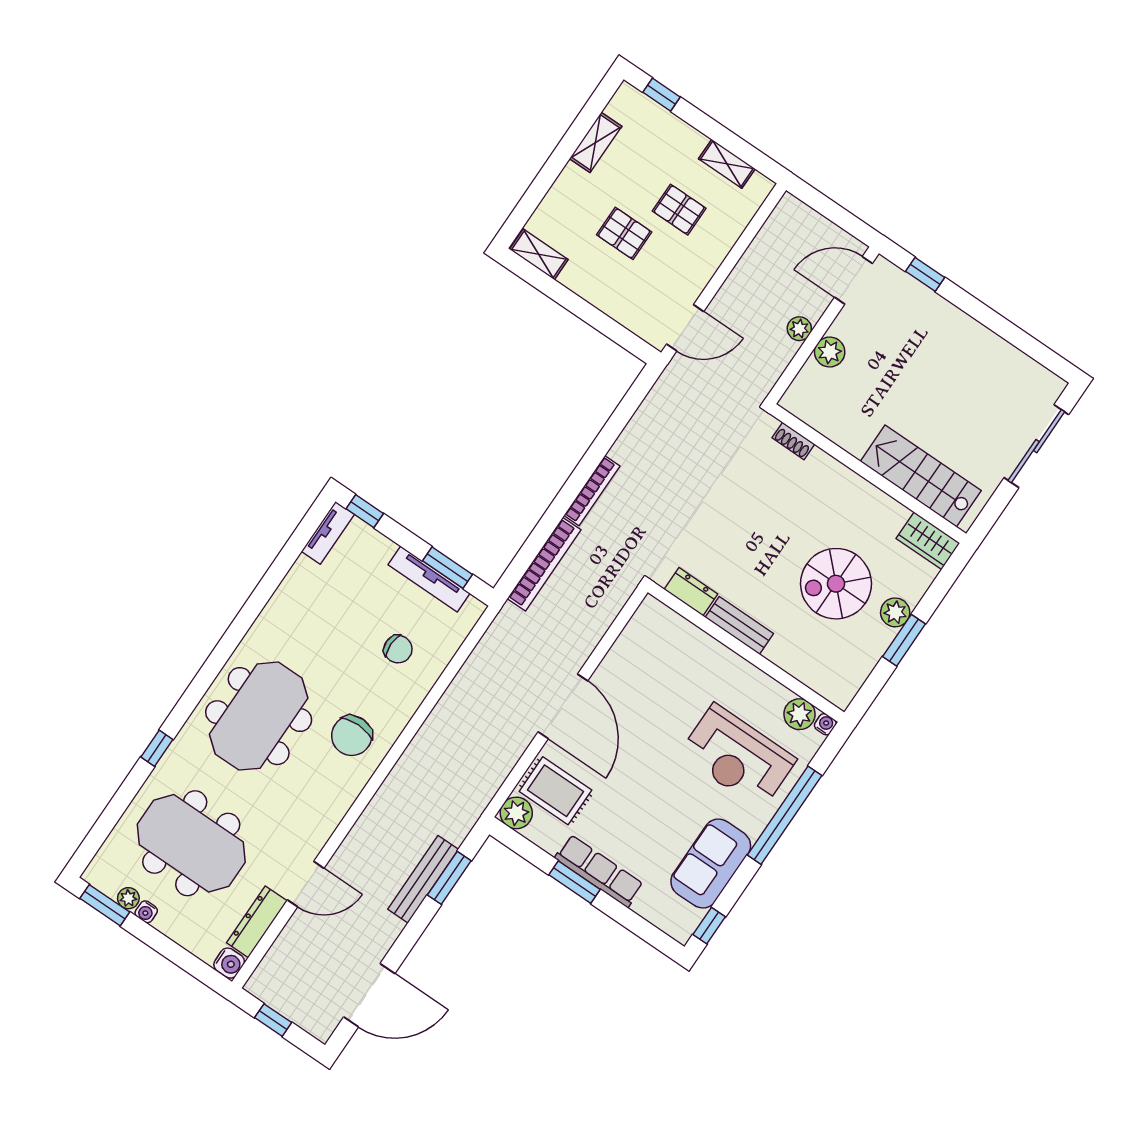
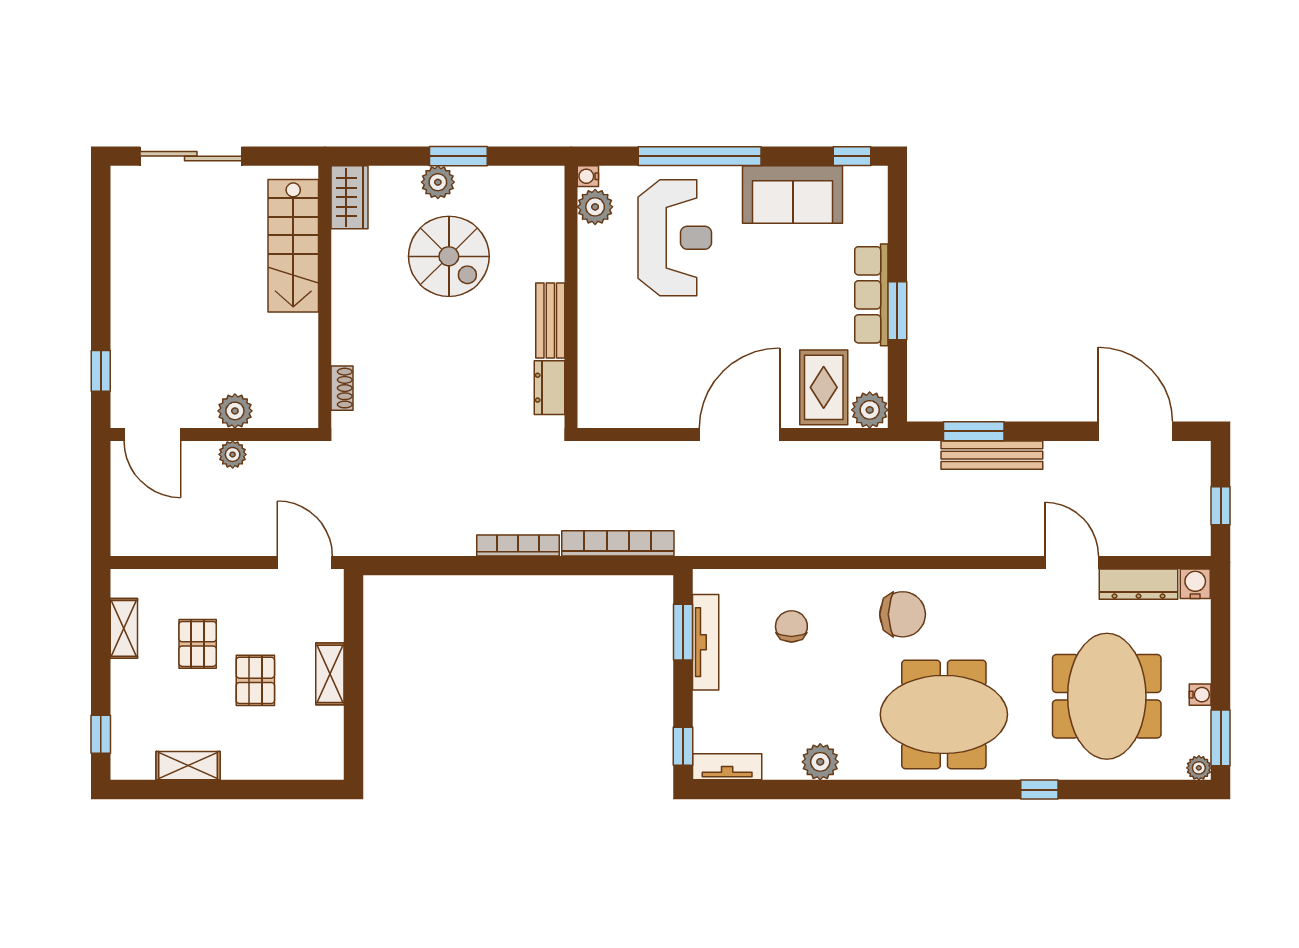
shelving: (539, 254) -> (330, 674), moved
plant: (285, 603) -> (820, 762), added
plant: (128, 898) -> (1199, 768), moved

